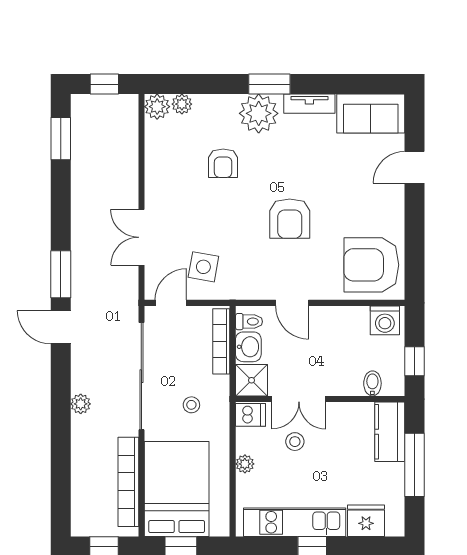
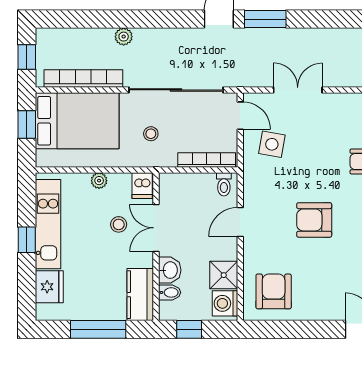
armchair: (371, 265) -> (274, 291), width x0.73, depth x0.73
washbasin: (248, 347) -> (170, 270), moved, turned -90
shower: (251, 380) -> (224, 275), moved
plant: (81, 404) -> (124, 37), moved
kitchen counter: (390, 432) -> (140, 295), moved, turned -90

